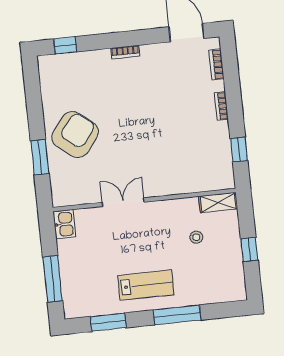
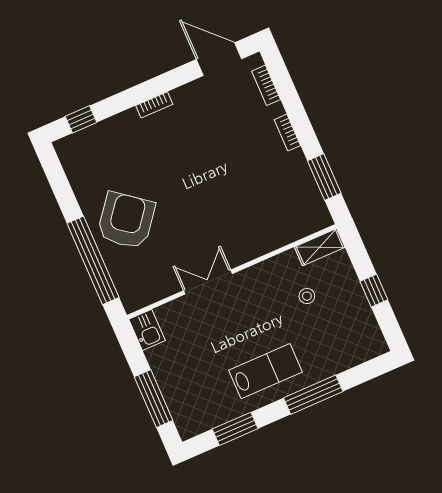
window: (239, 150) -> (324, 177), width x1.50
window: (40, 157) -> (93, 260), width x2.11

